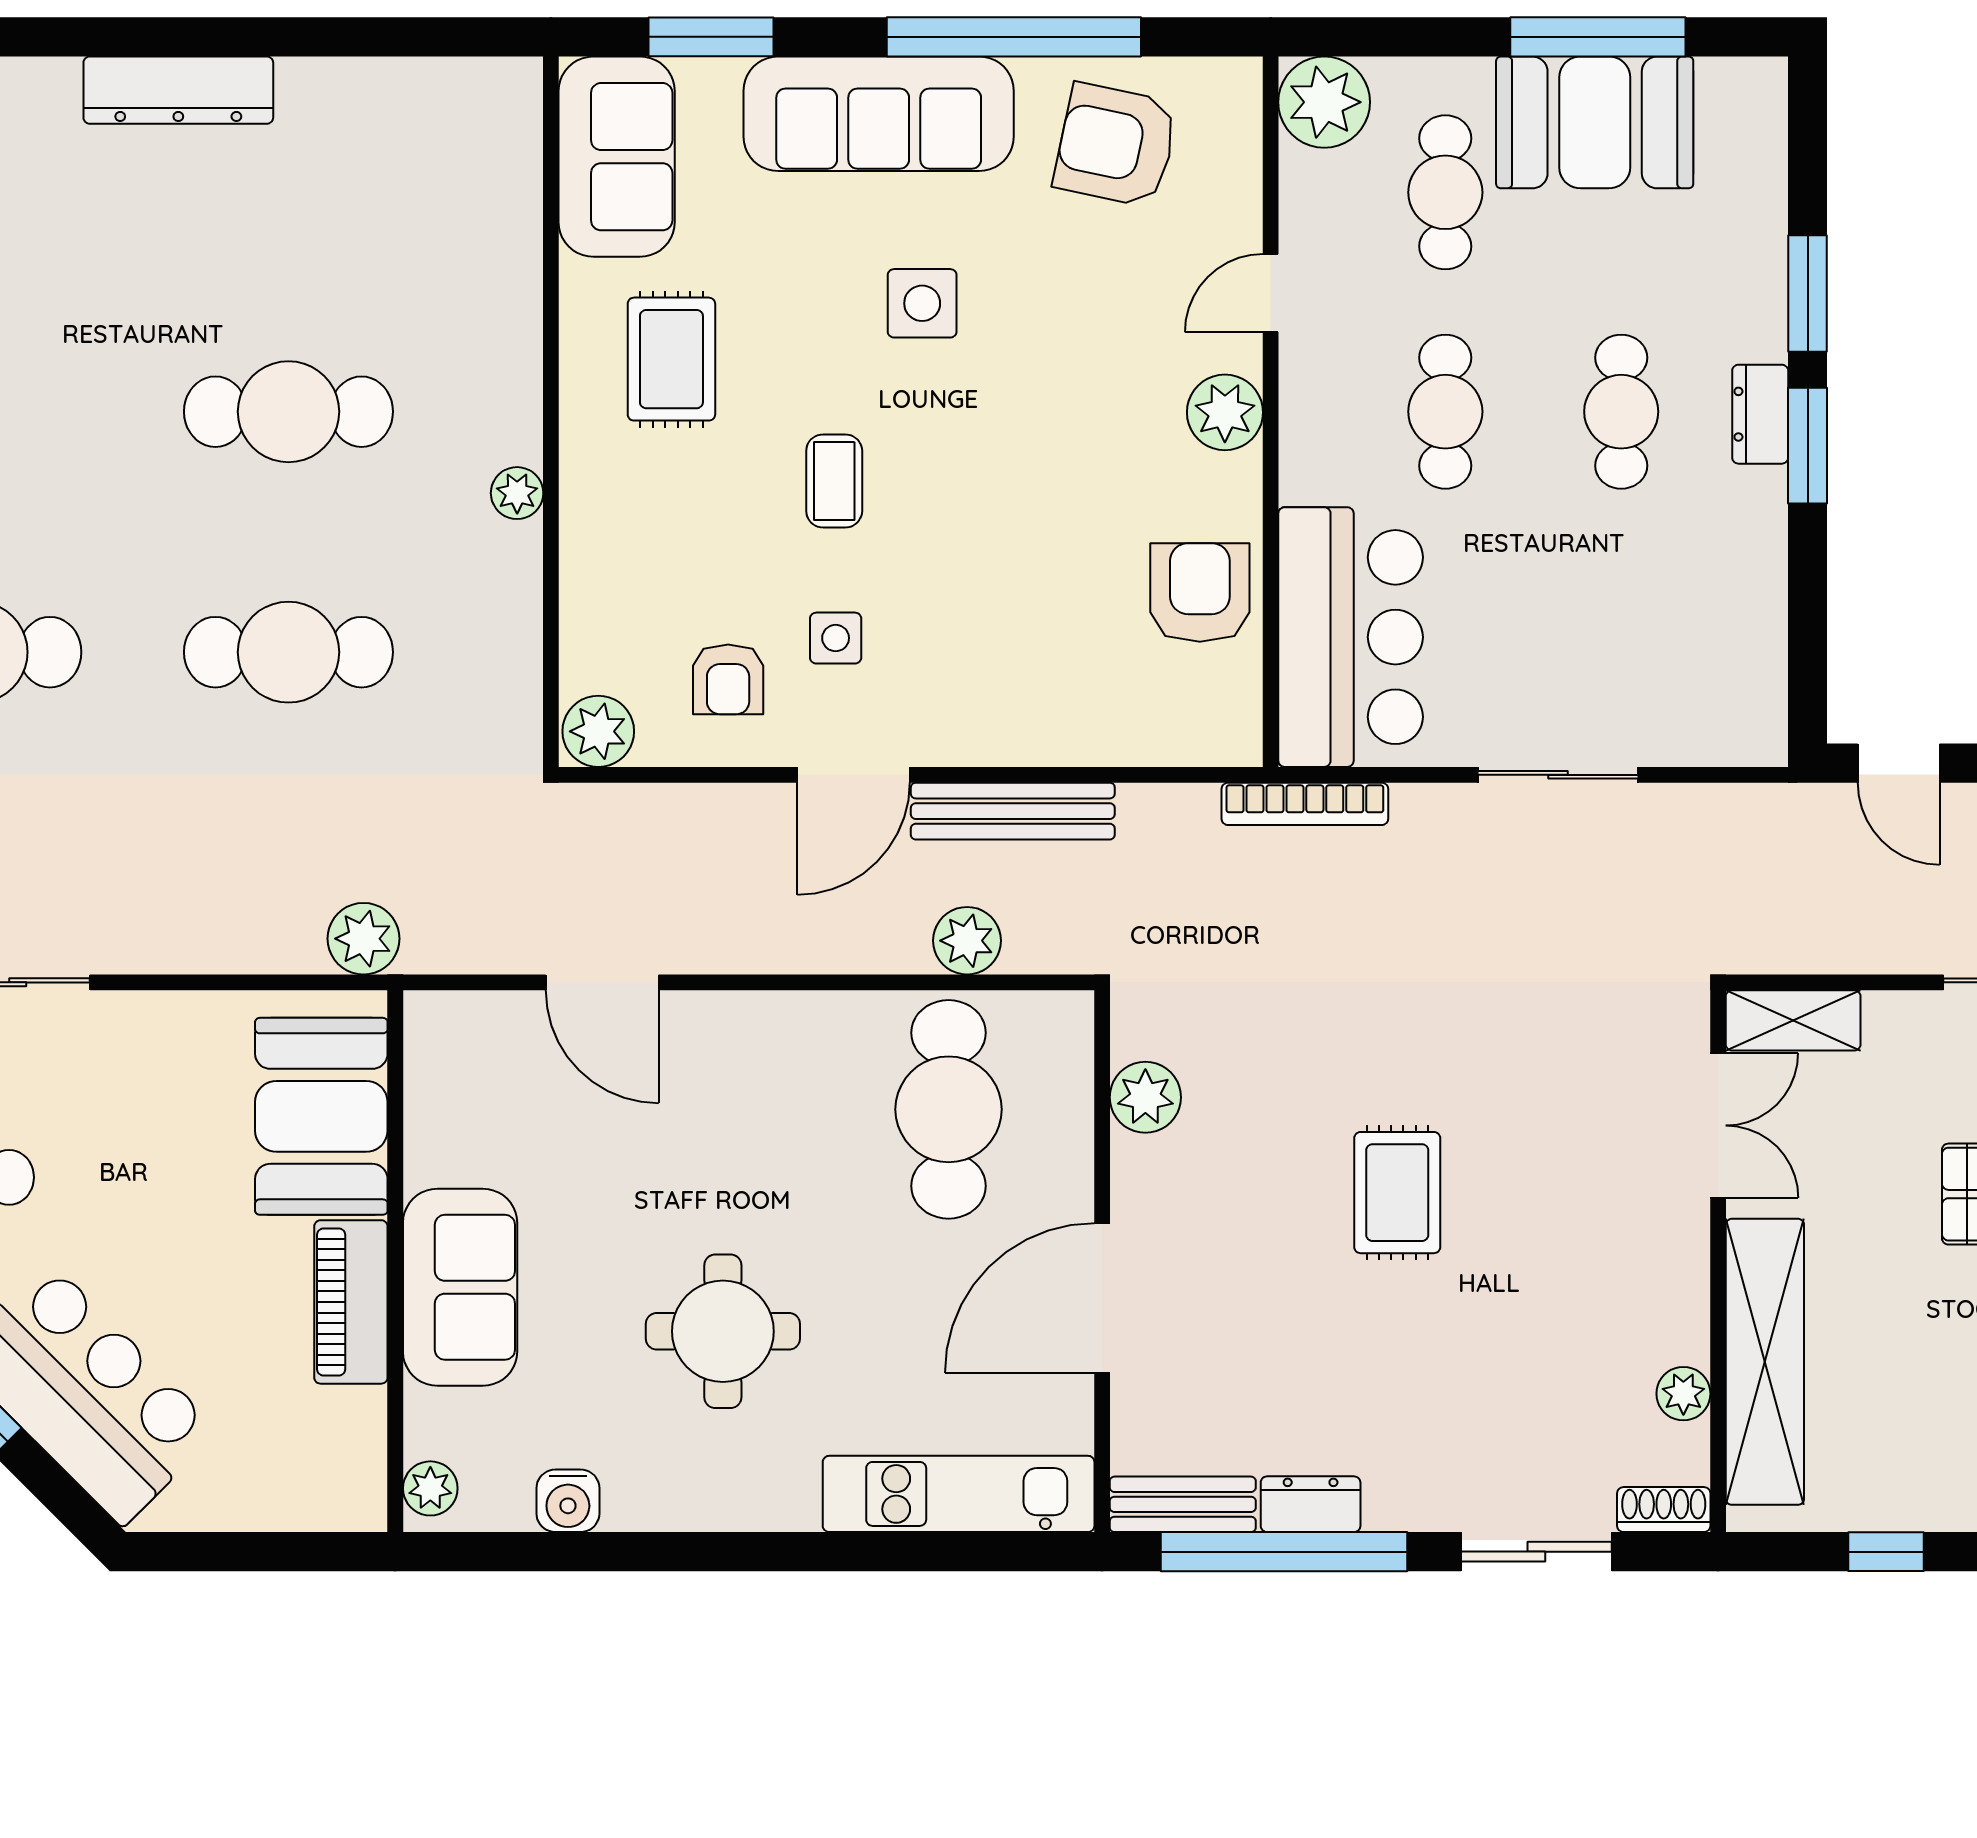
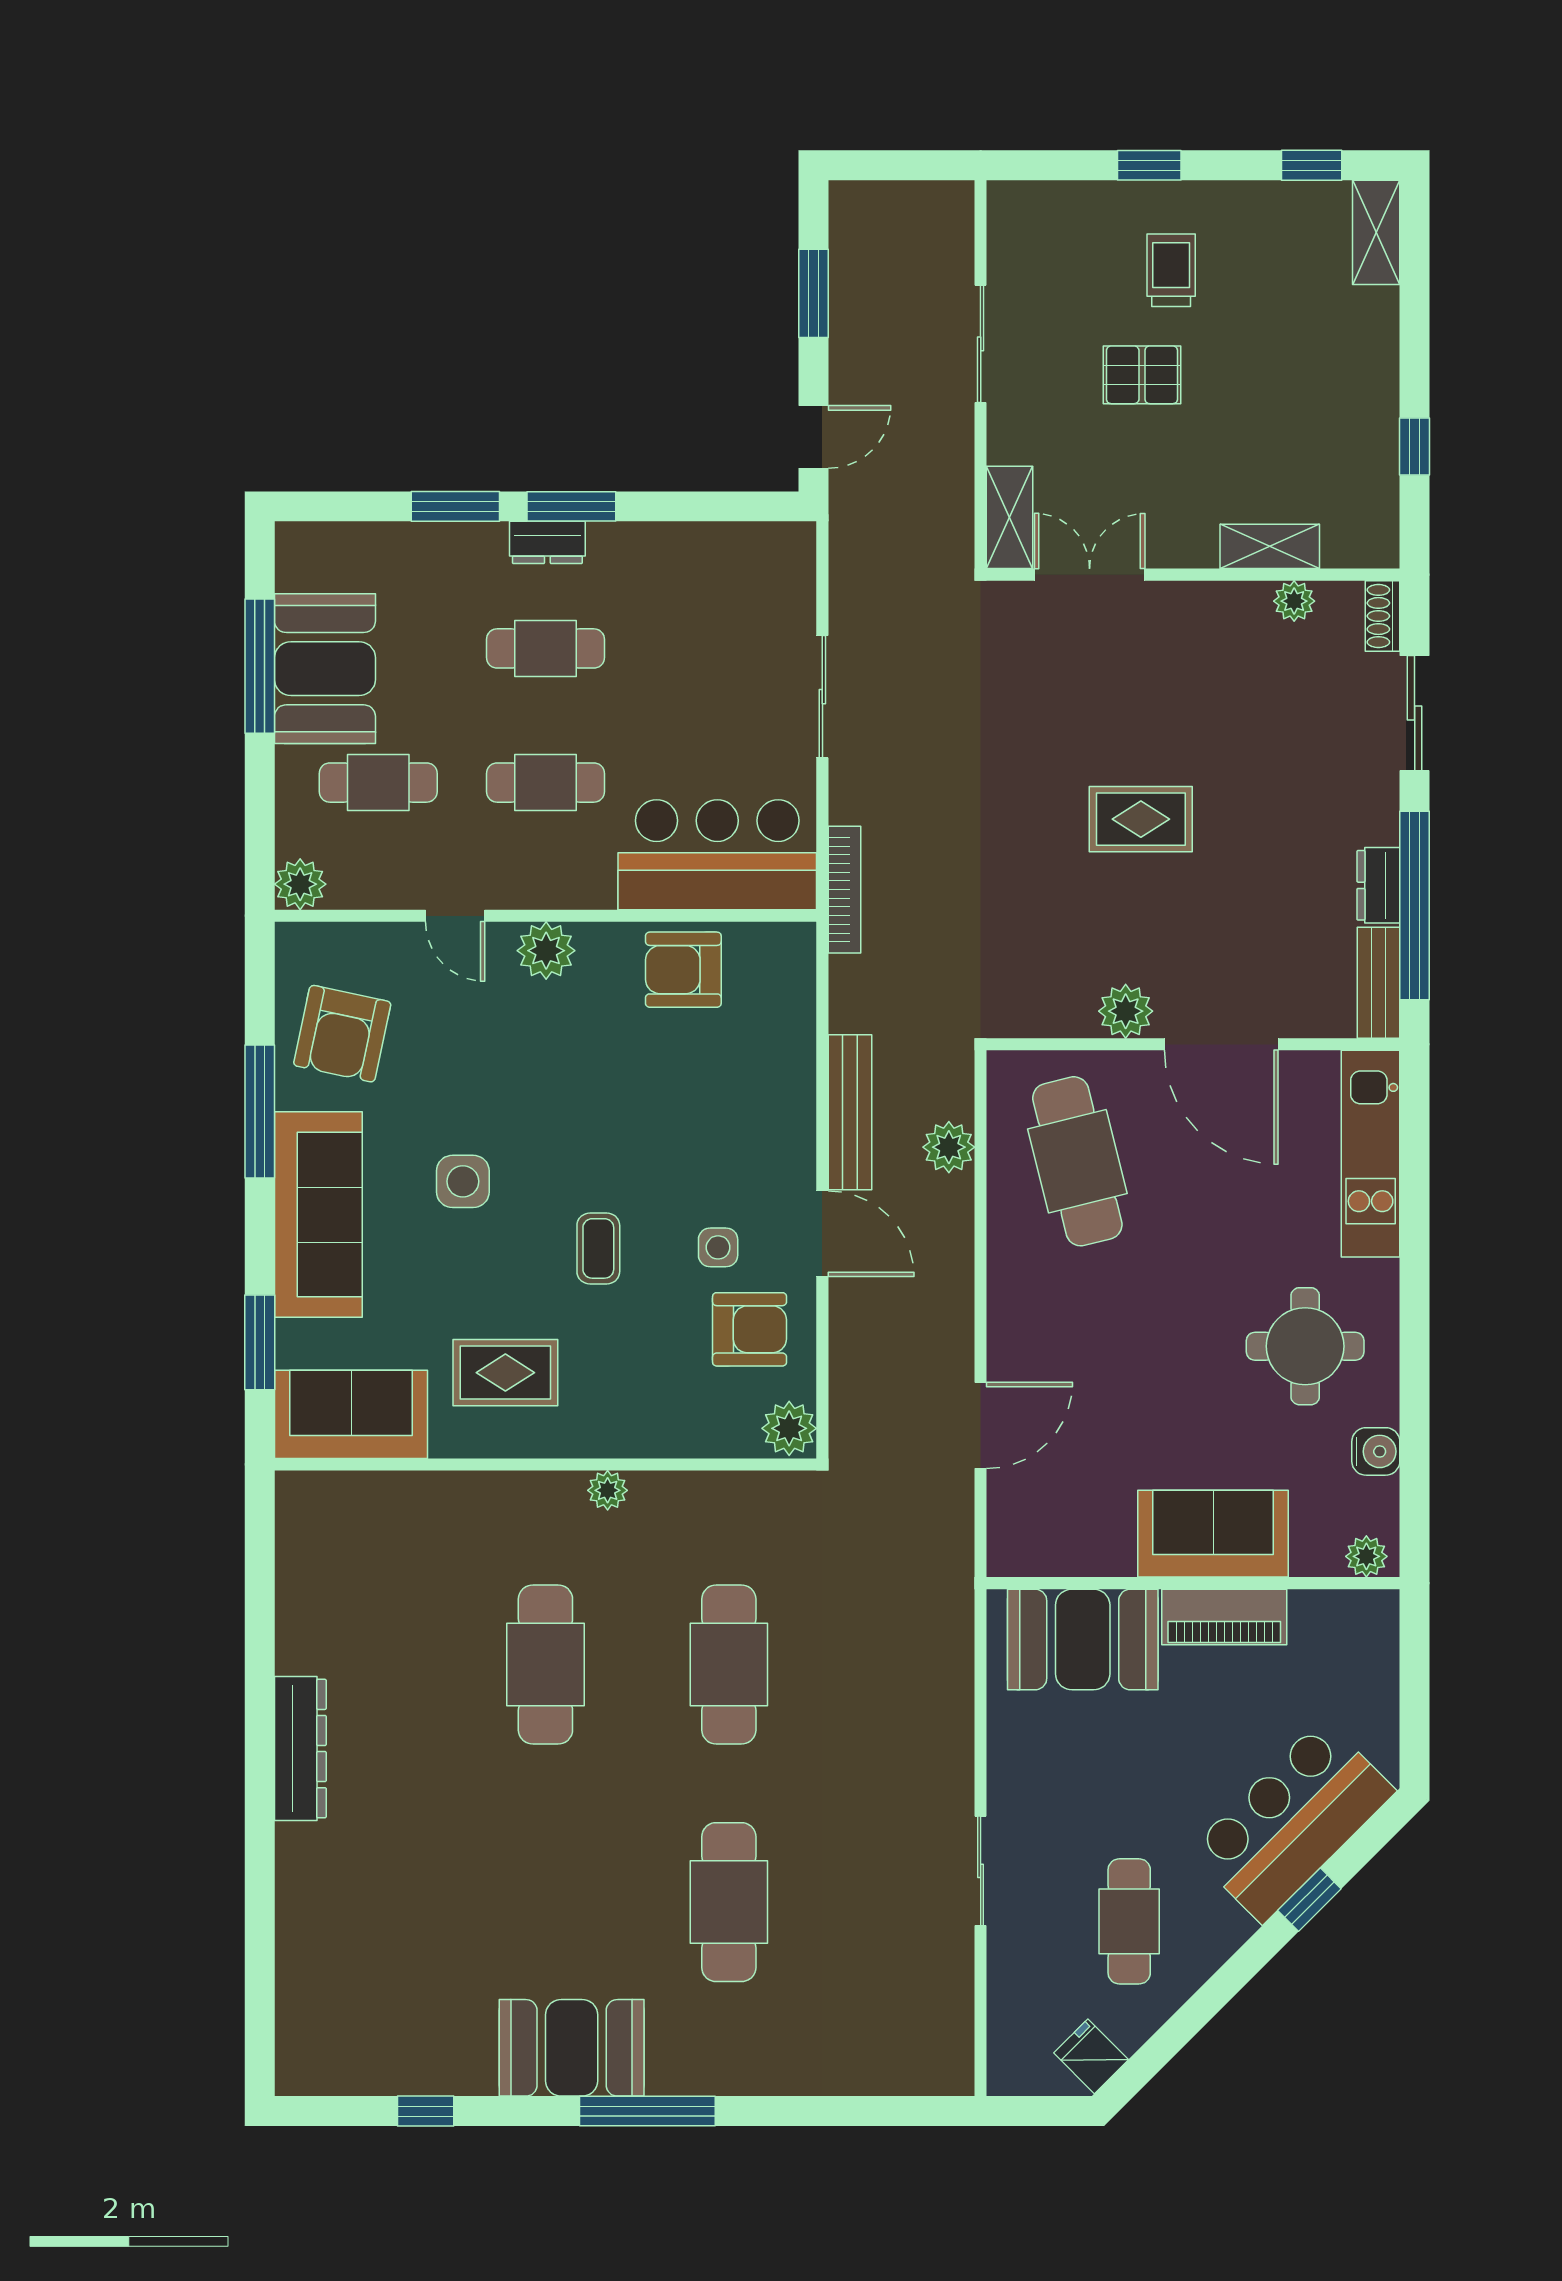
window: (1014, 37) -> (260, 1111), width x0.68
plant: (1324, 102) -> (300, 884), width x0.73, depth x0.73
coffee table: (834, 481) -> (598, 1248), turned 90
armchair: (728, 679) -> (750, 1329), width x1.38, depth x1.38
plant: (363, 939) -> (947, 1607), removed
plant: (1145, 1097) -> (1126, 1011), moved
cafe table: (949, 1109) -> (1077, 1161), turned 76
round table: (723, 1331) -> (1305, 1346), moved
shelving: (1765, 1362) -> (1270, 546), width x0.45, depth x0.75

